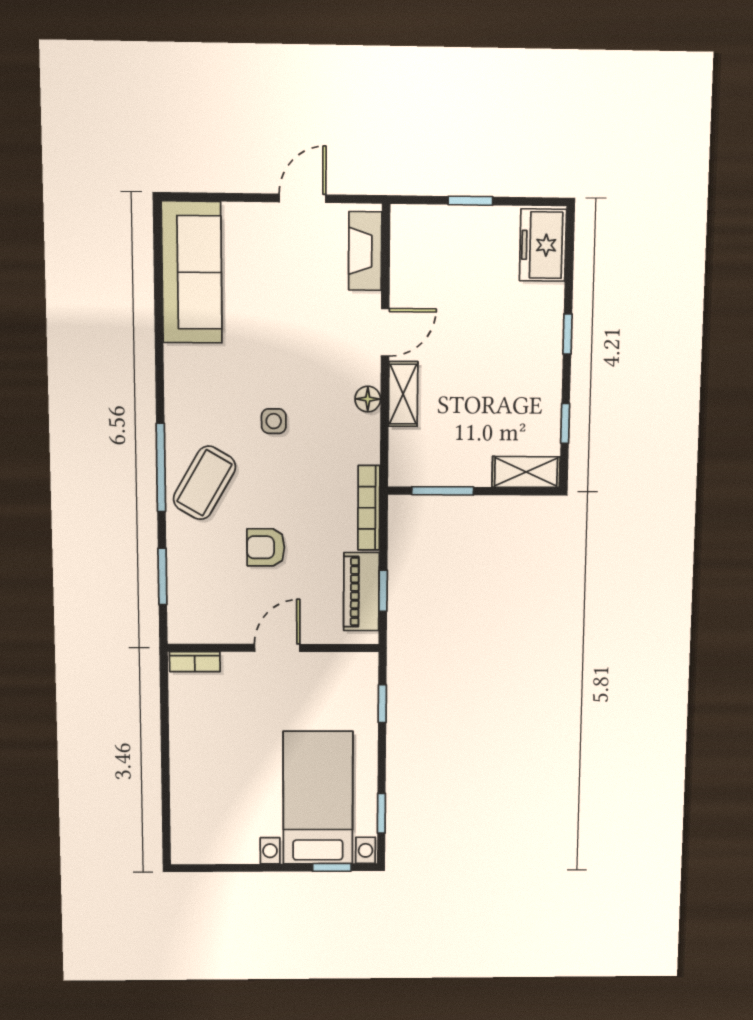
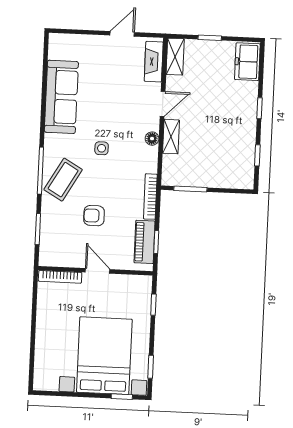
sofa: (192, 272) -> (61, 97), moved
shelving: (526, 472) -> (175, 57), moved, turned 90
door: (277, 648) -> (97, 271), hinge flipped
bookcase: (195, 662) -> (60, 277), width x1.56
bed with nightstands: (318, 798) -> (104, 356), width x1.36

